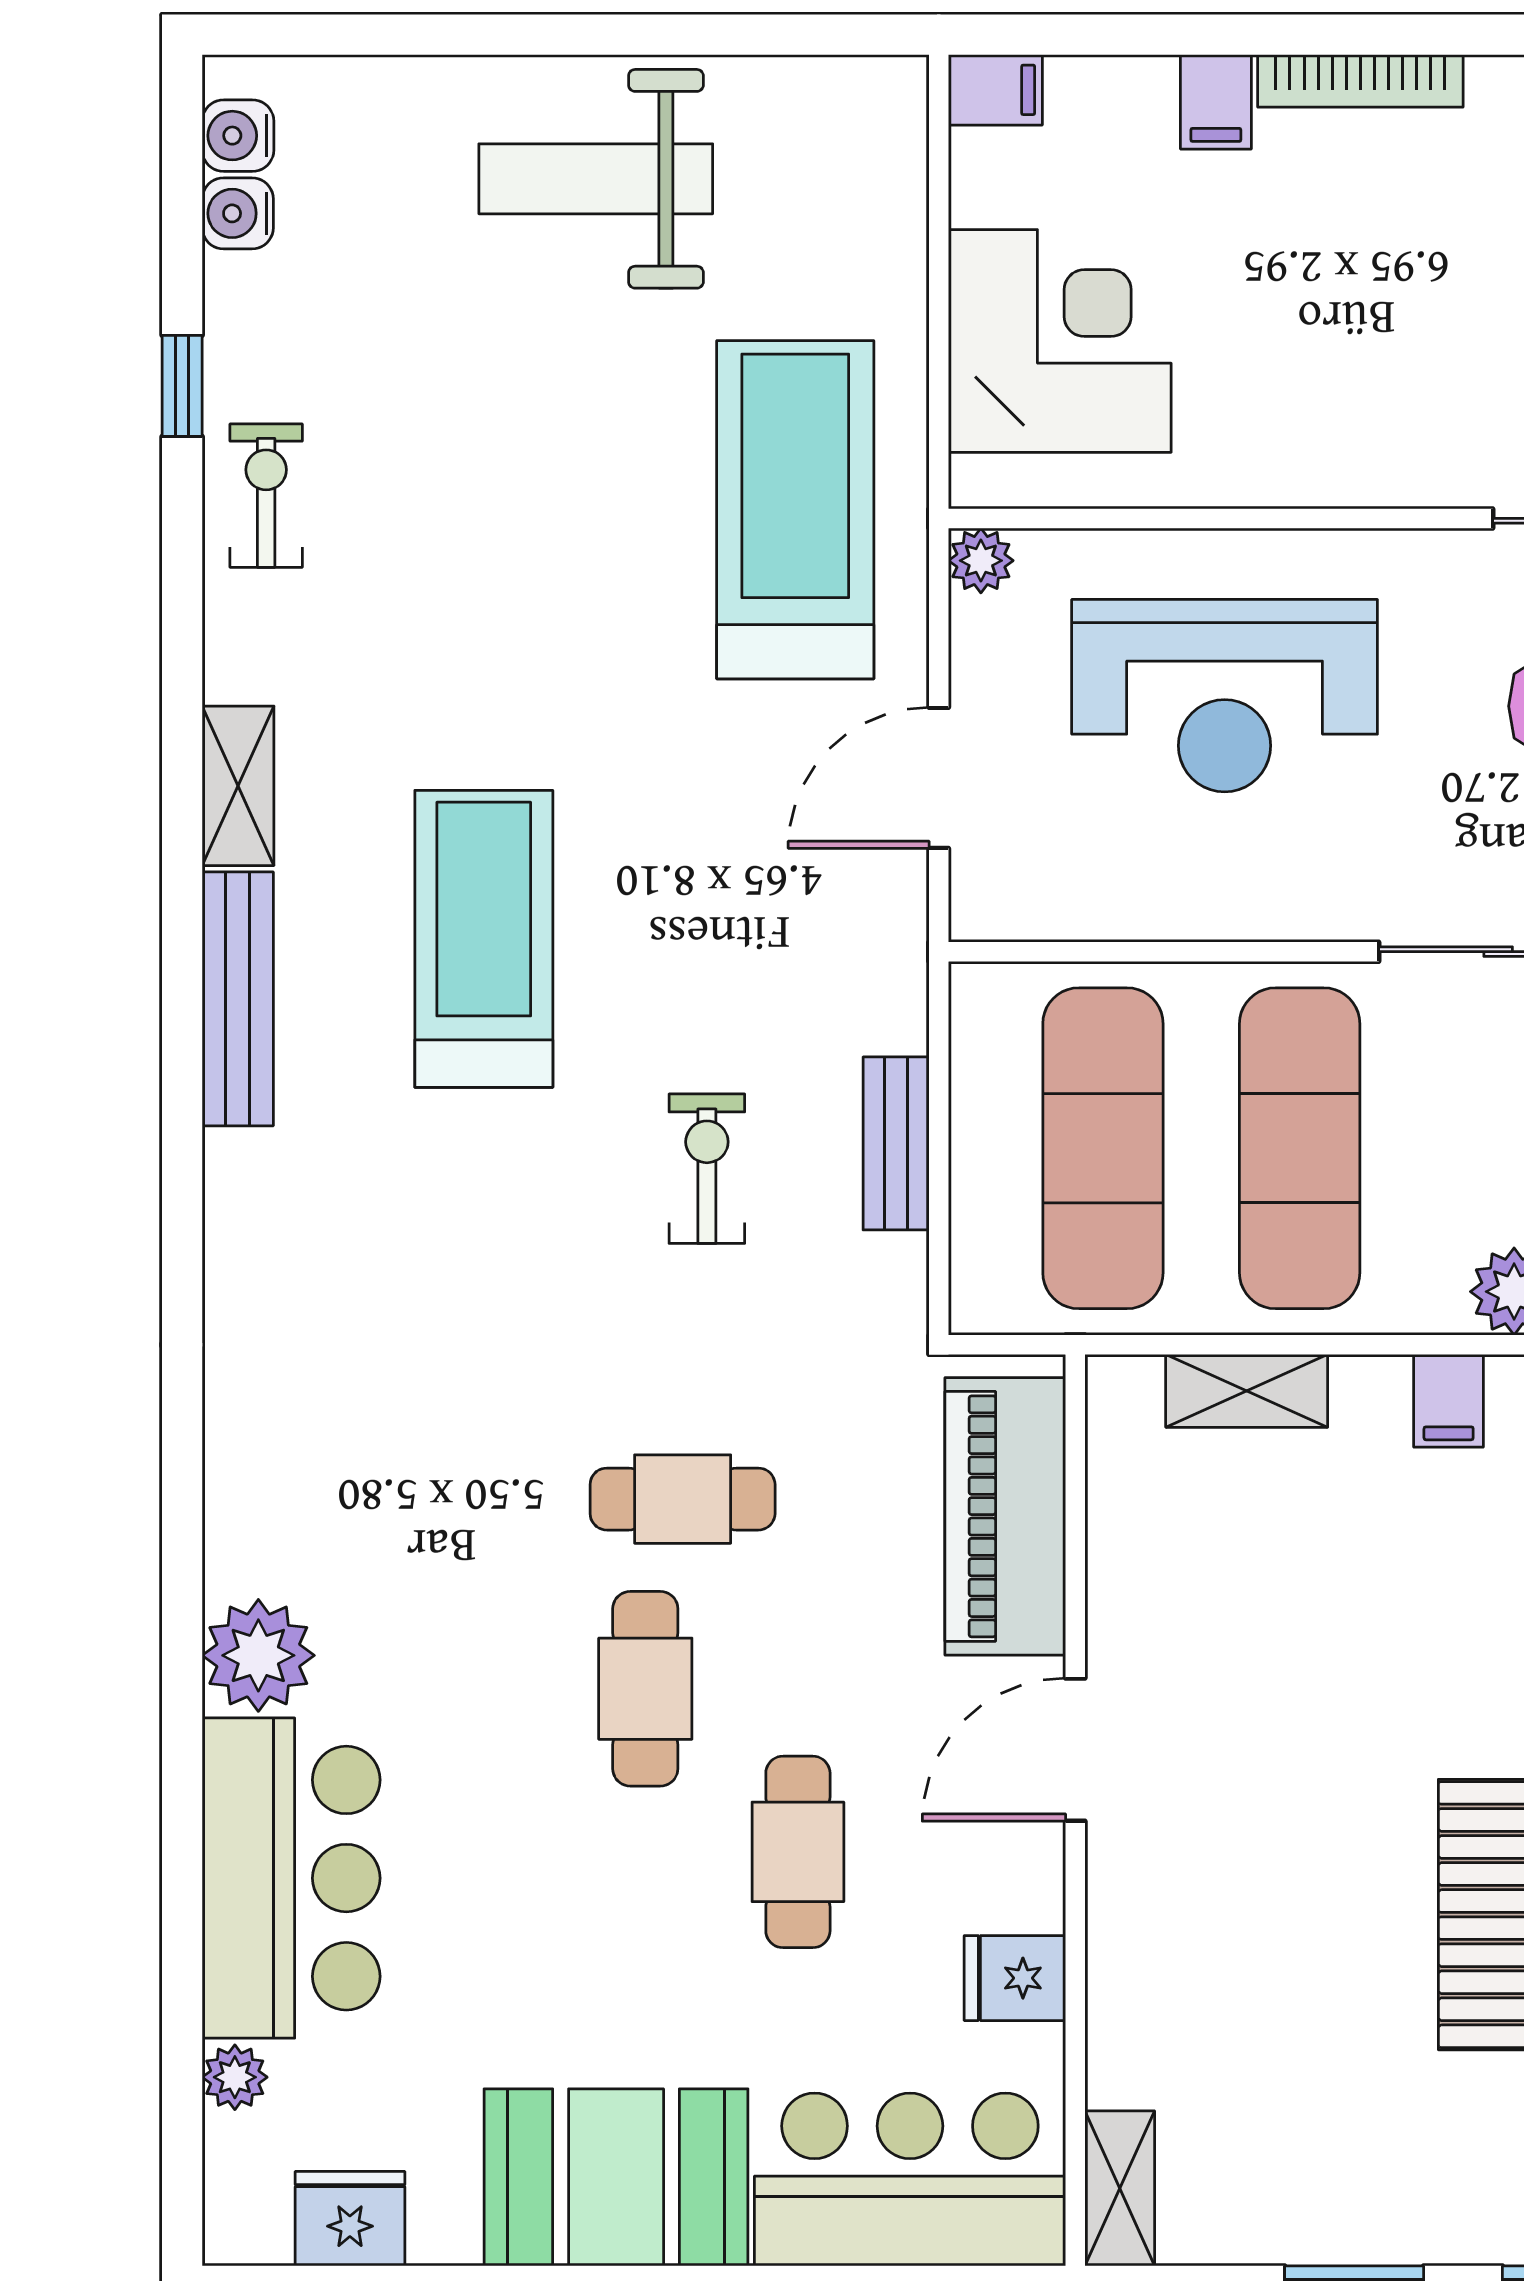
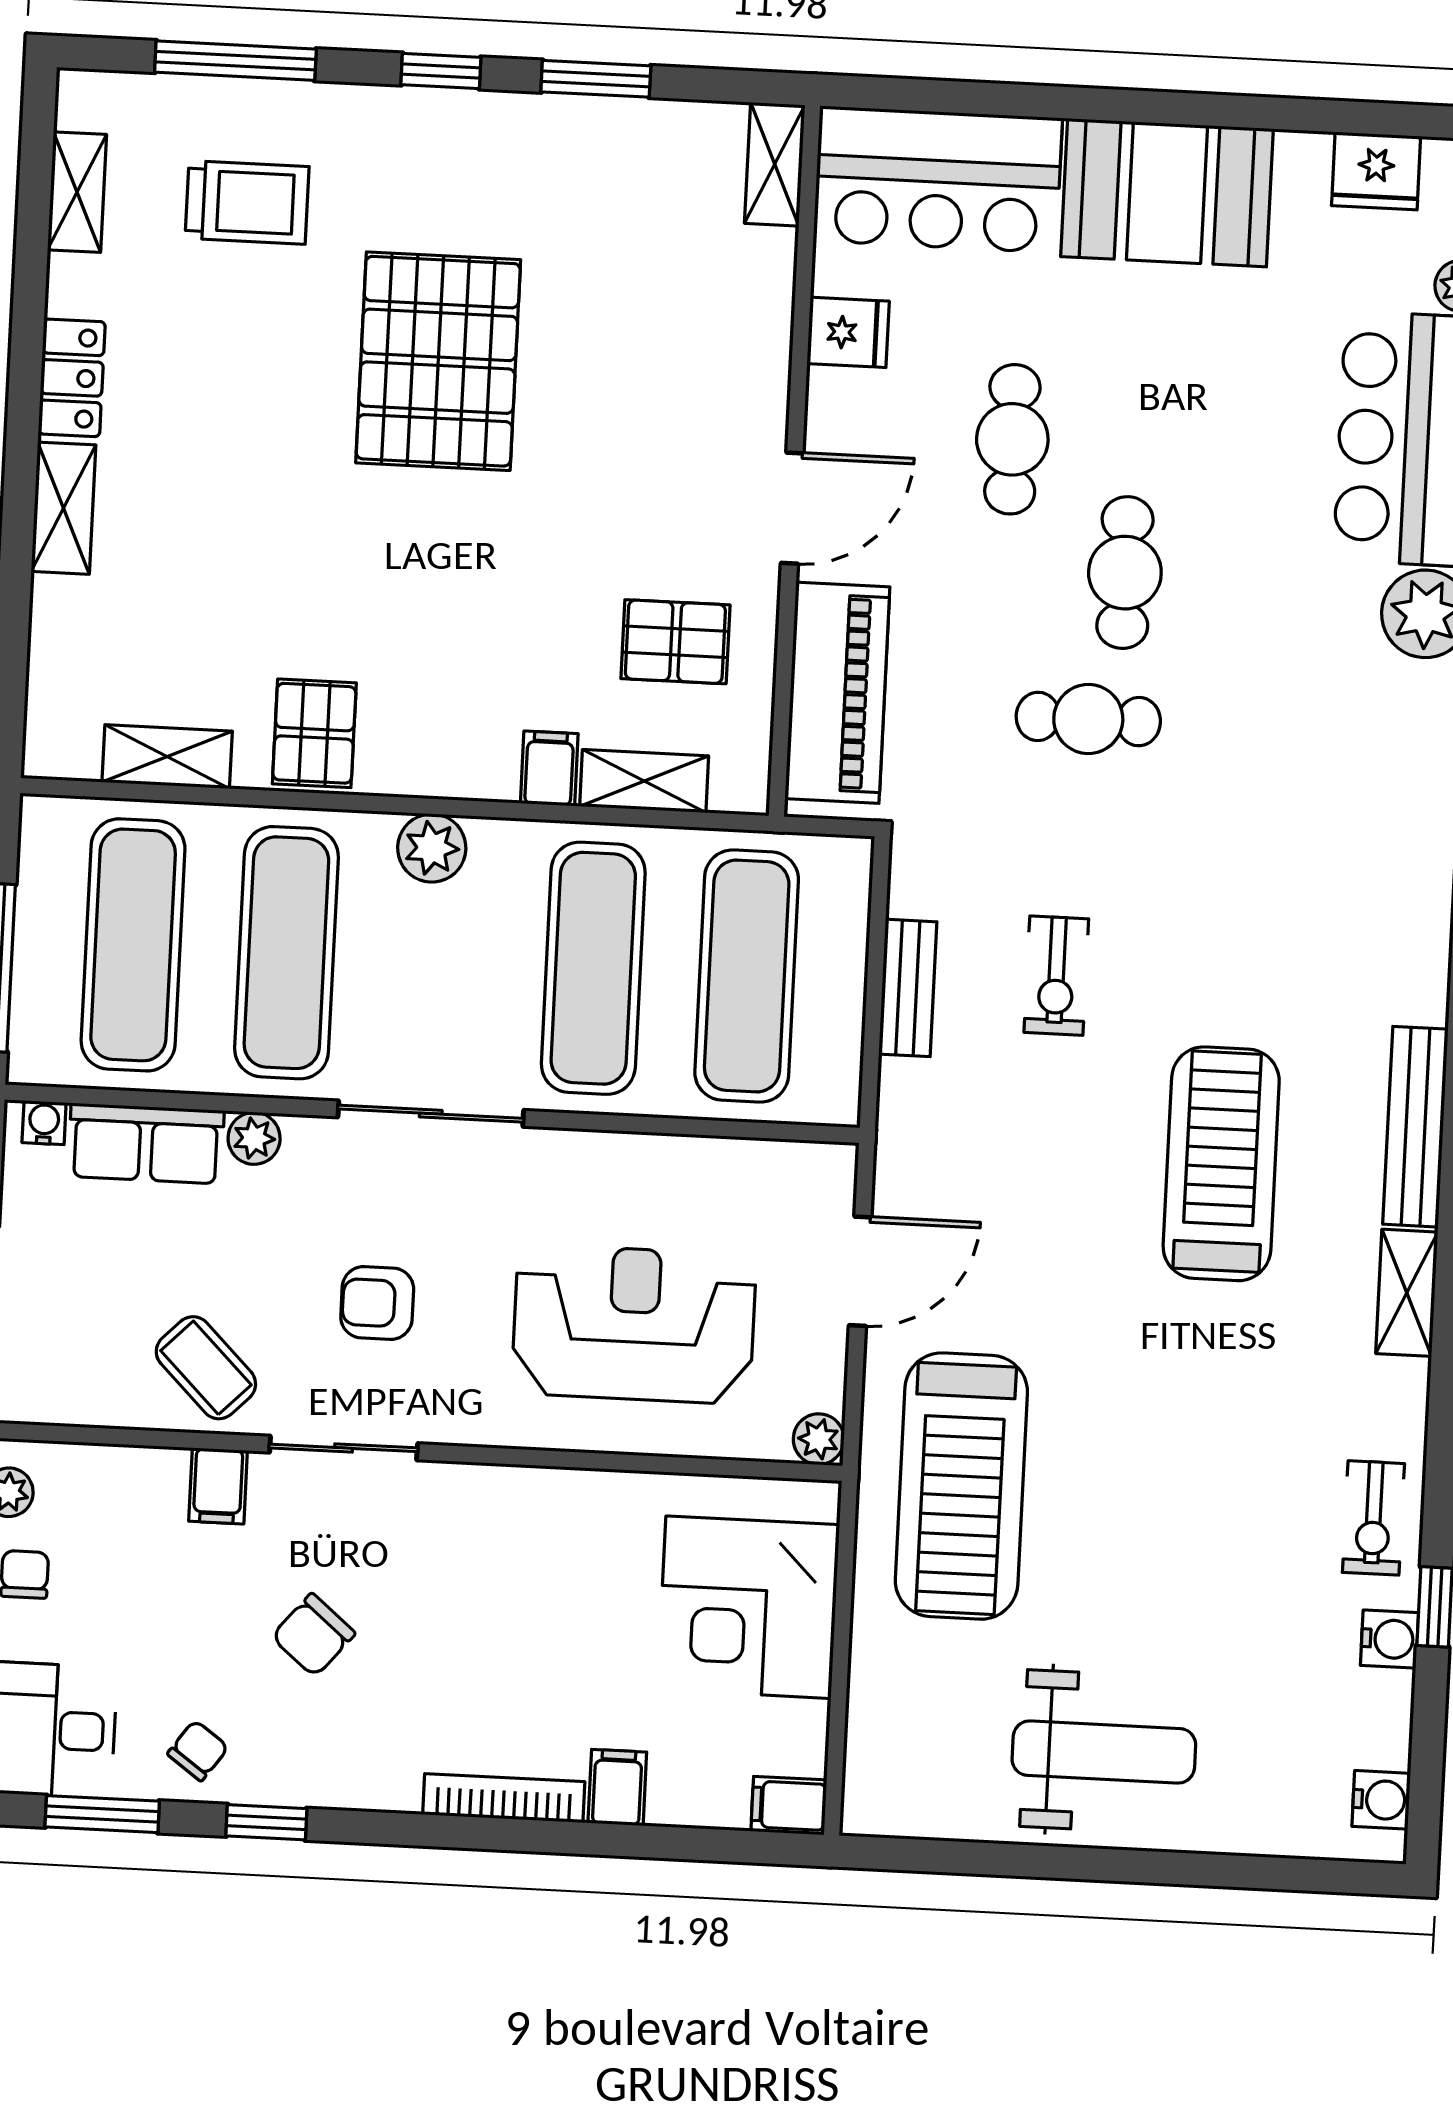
water cooler: (238, 213) -> (1389, 1639), moved
treadmill: (484, 939) -> (1221, 1164), turned 180
filing cabinet: (1449, 1401) -> (549, 769), moved
pallet: (1216, 1571) -> (675, 642), added

